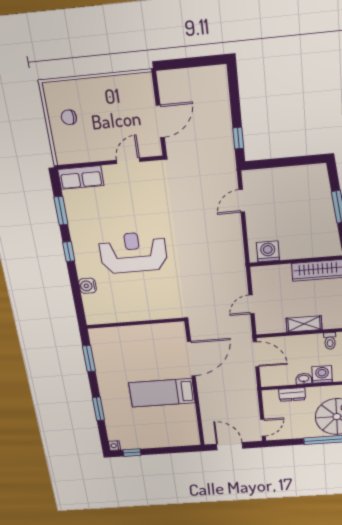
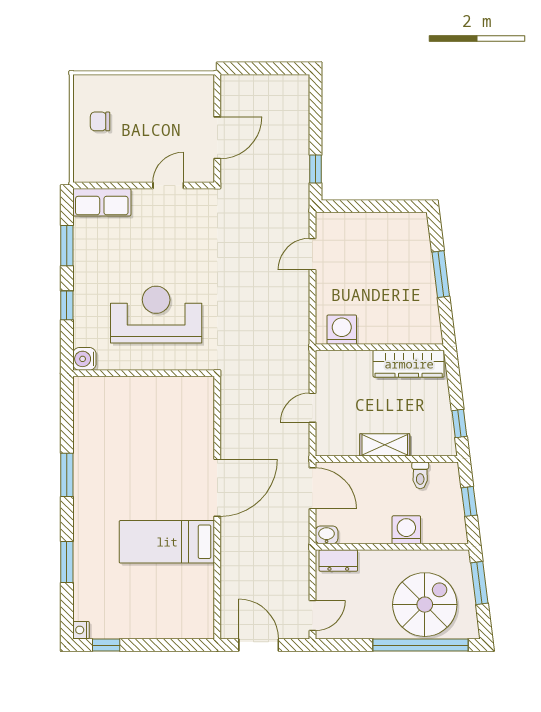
wall: (135, 323) -> (144, 373), moved
washbasin: (304, 379) -> (327, 535), moved
dresser: (292, 394) -> (338, 560), moved

